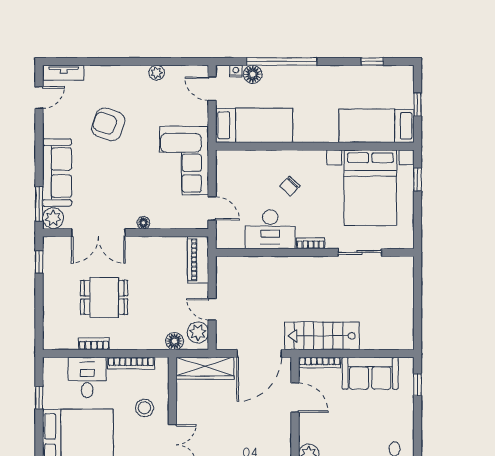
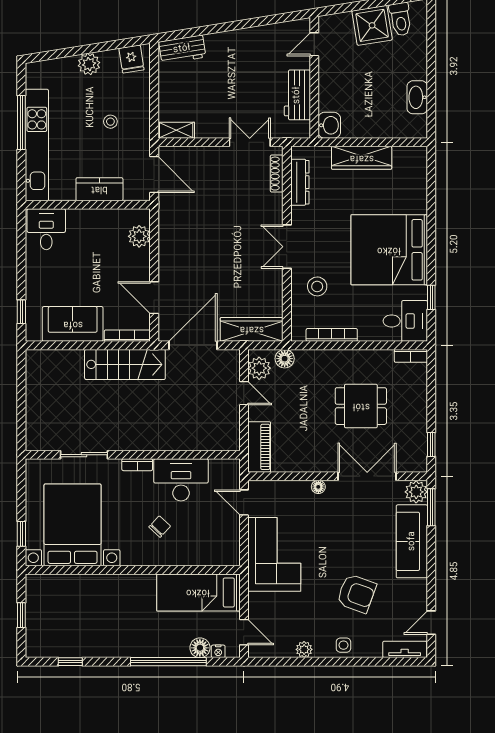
side table: (120, 77) -> (343, 645), added
bed: (377, 126) -> (66, 592), removed
bookcase: (94, 344) -> (411, 356), moved
desk: (87, 377) -> (405, 321), moved, turned -90

